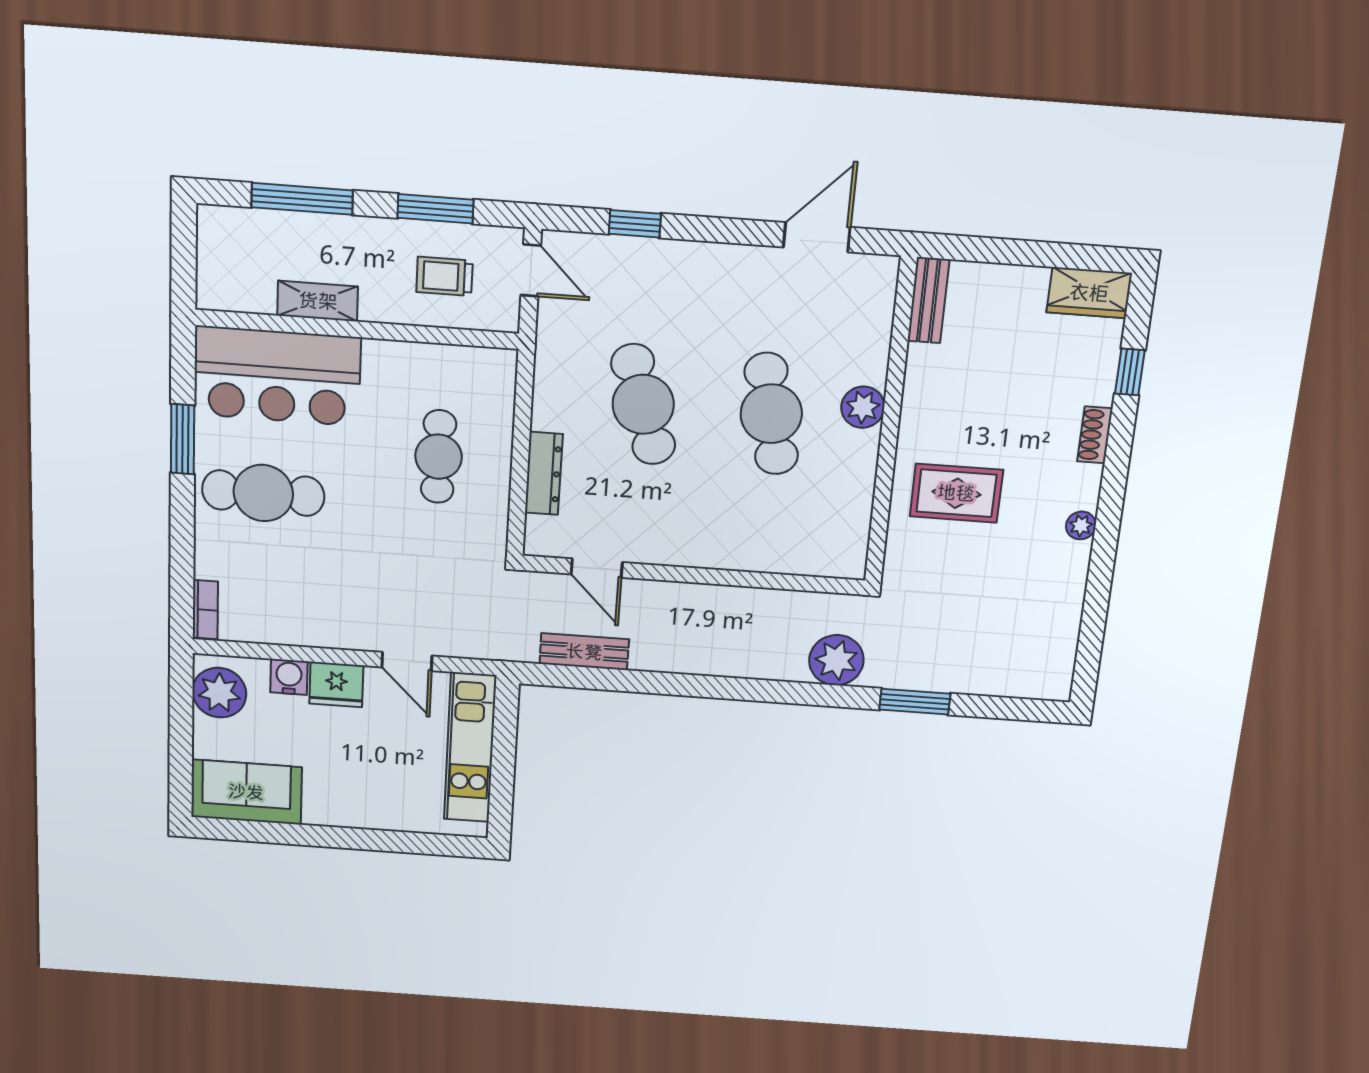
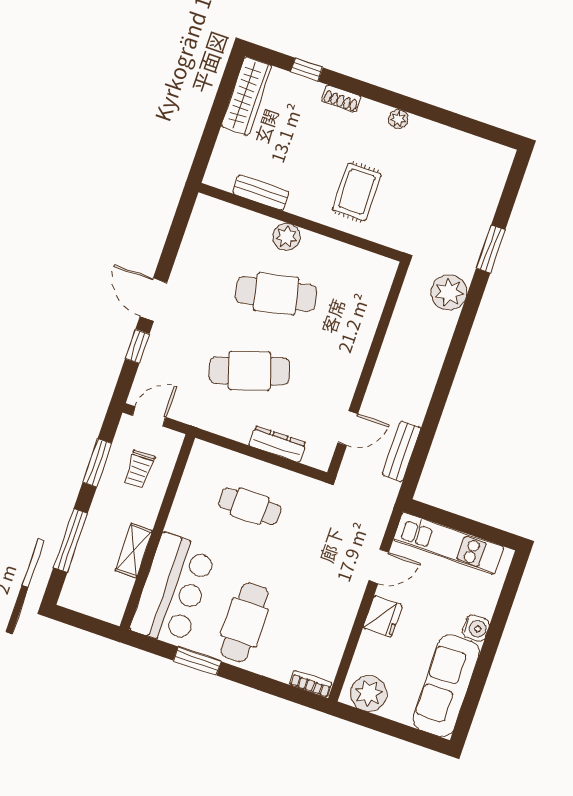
door: (817, 237) -> (153, 300), moved
wardrobe: (1089, 293) -> (247, 96), width x1.50
bench: (928, 300) -> (261, 192), moved
water cooler: (289, 677) -> (476, 628), moved, turned 180
sofa: (246, 792) -> (446, 686), width x1.36

